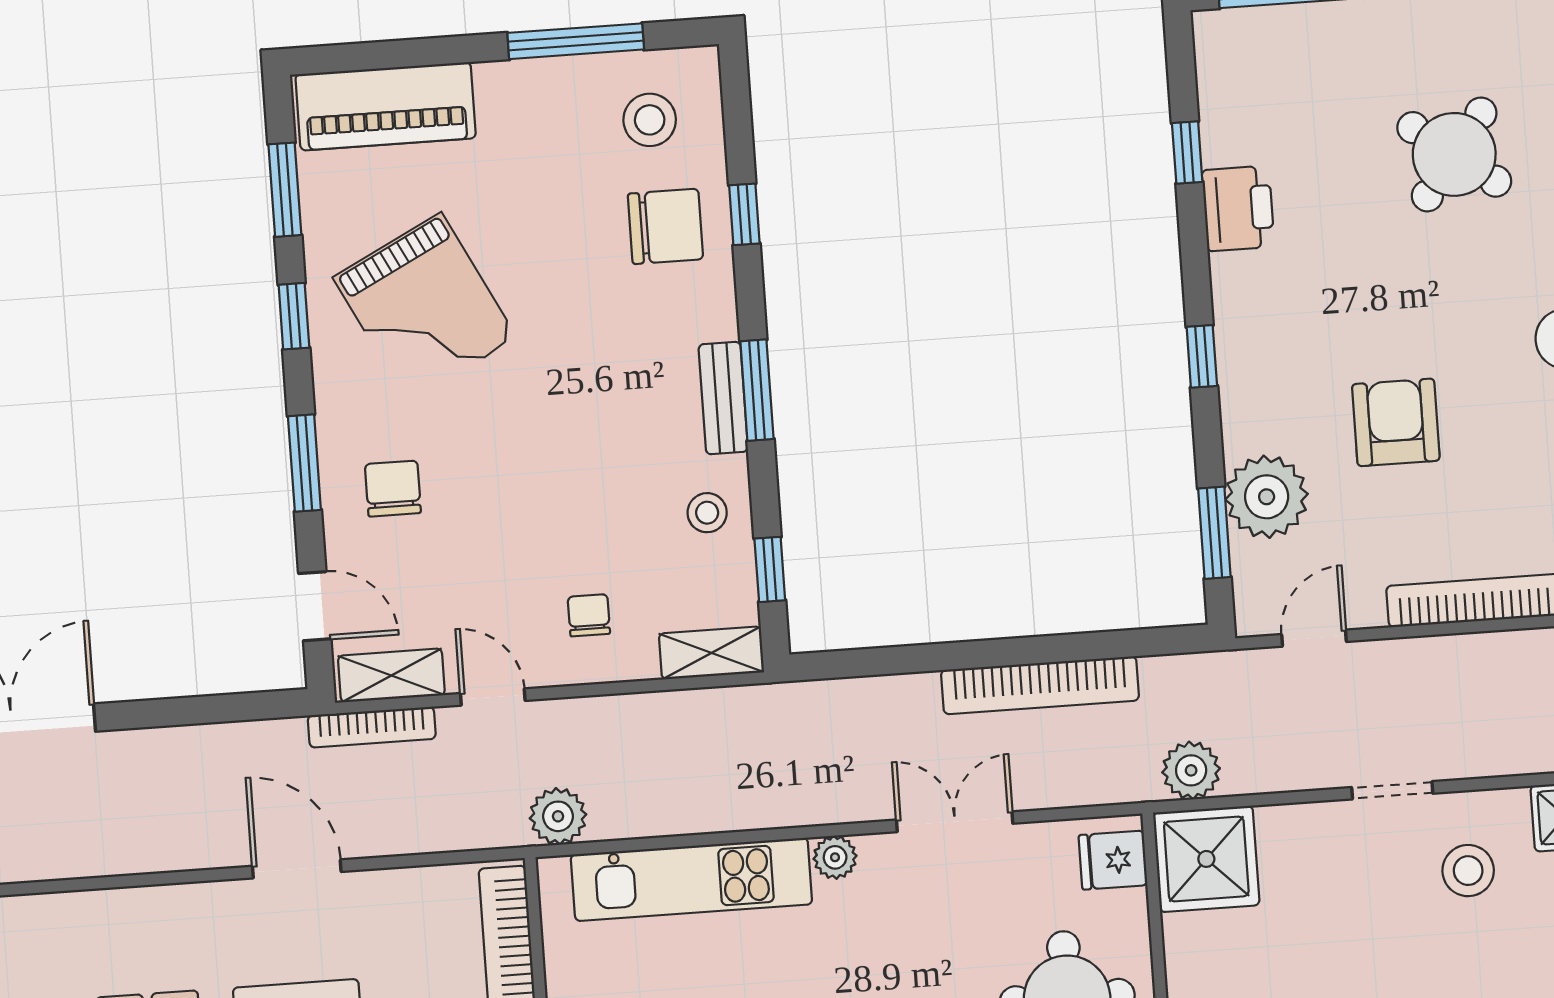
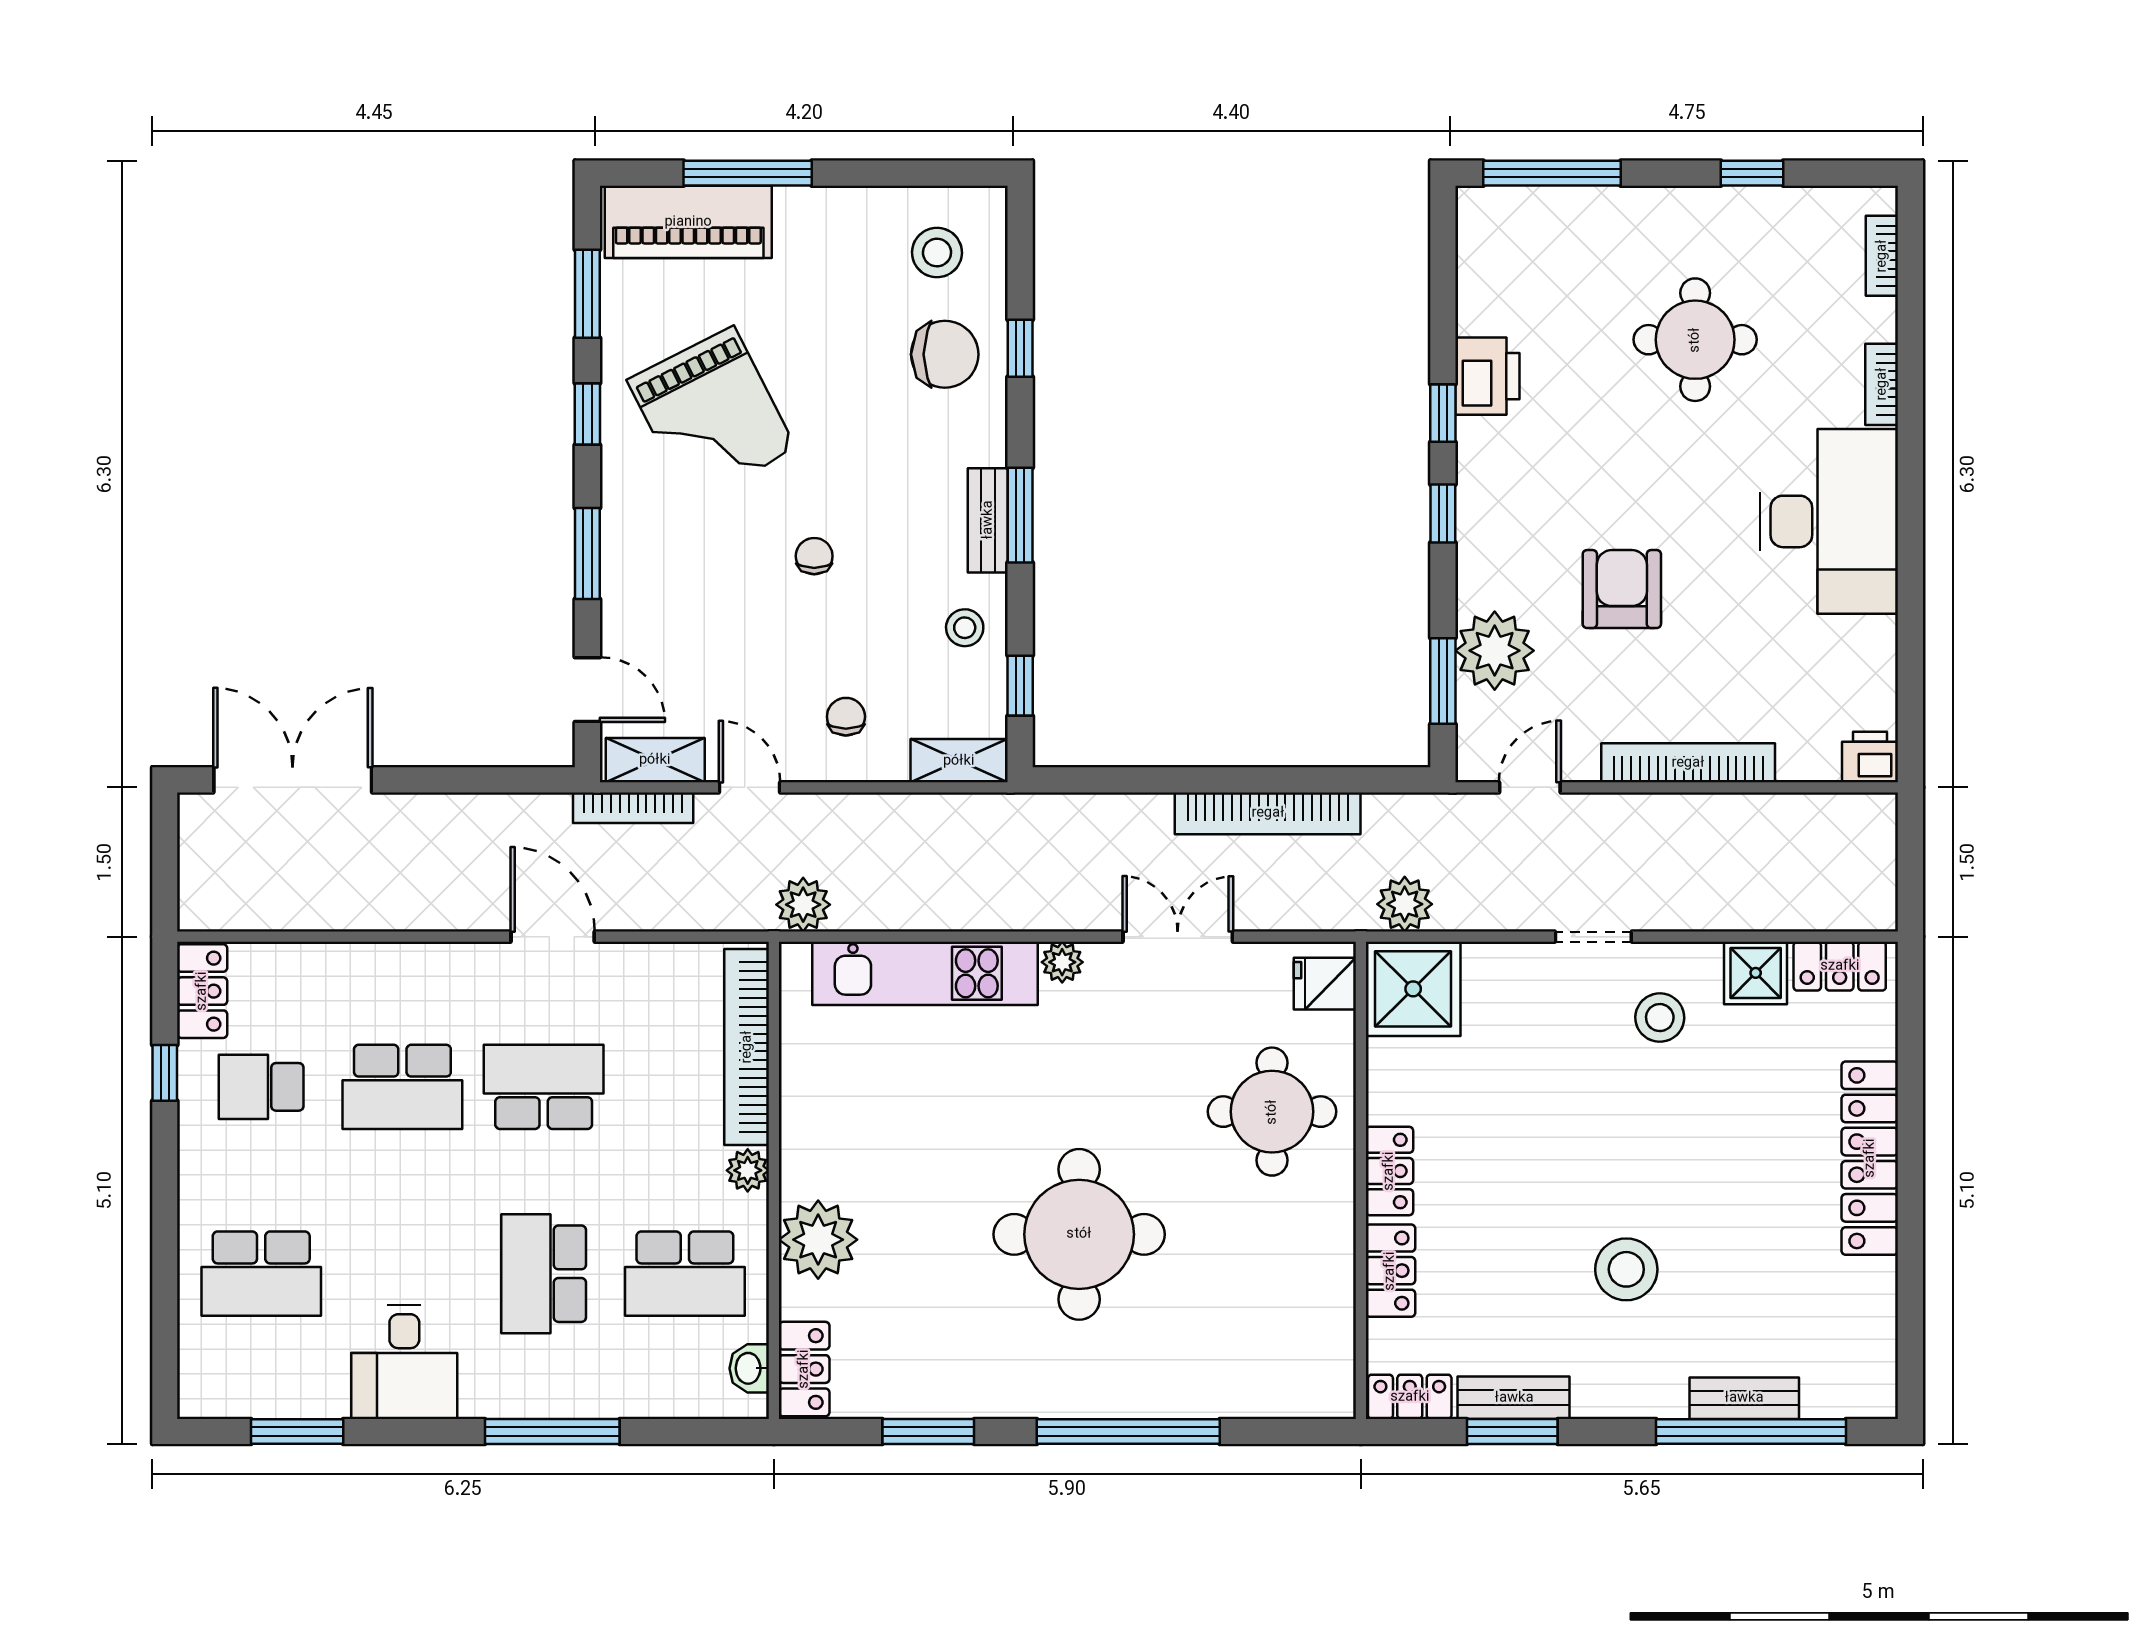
window: (576, 41) -> (748, 173), moved
window: (1187, 153) -> (1443, 413), moved
round table: (1454, 154) -> (1695, 340), turned -37
chair: (393, 489) -> (814, 556), moved, width x0.73, depth x0.73

